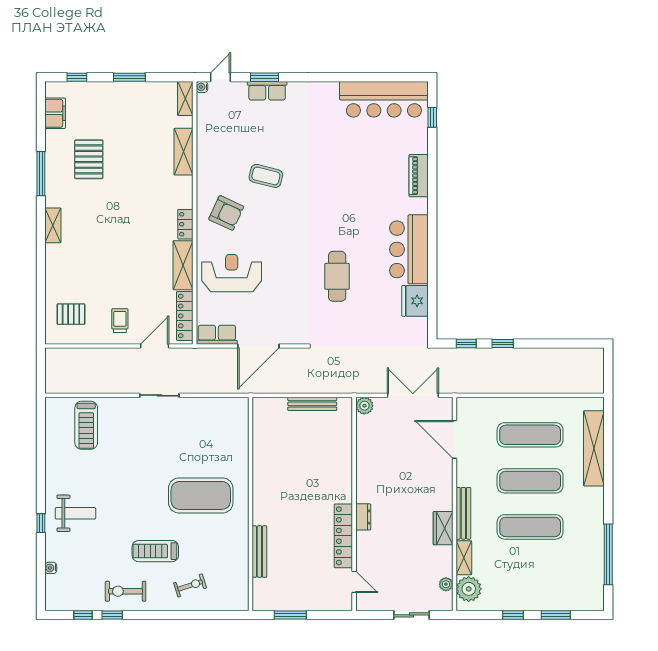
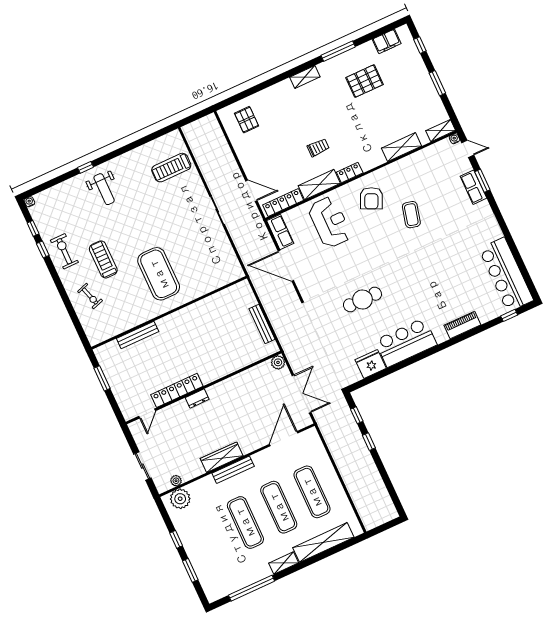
trolley: (120, 321) -> (318, 148), moved
wardrobe: (443, 528) -> (222, 457), width x1.50
shelving: (464, 558) -> (284, 563), moved
water cooler: (51, 568) -> (29, 202), moved

